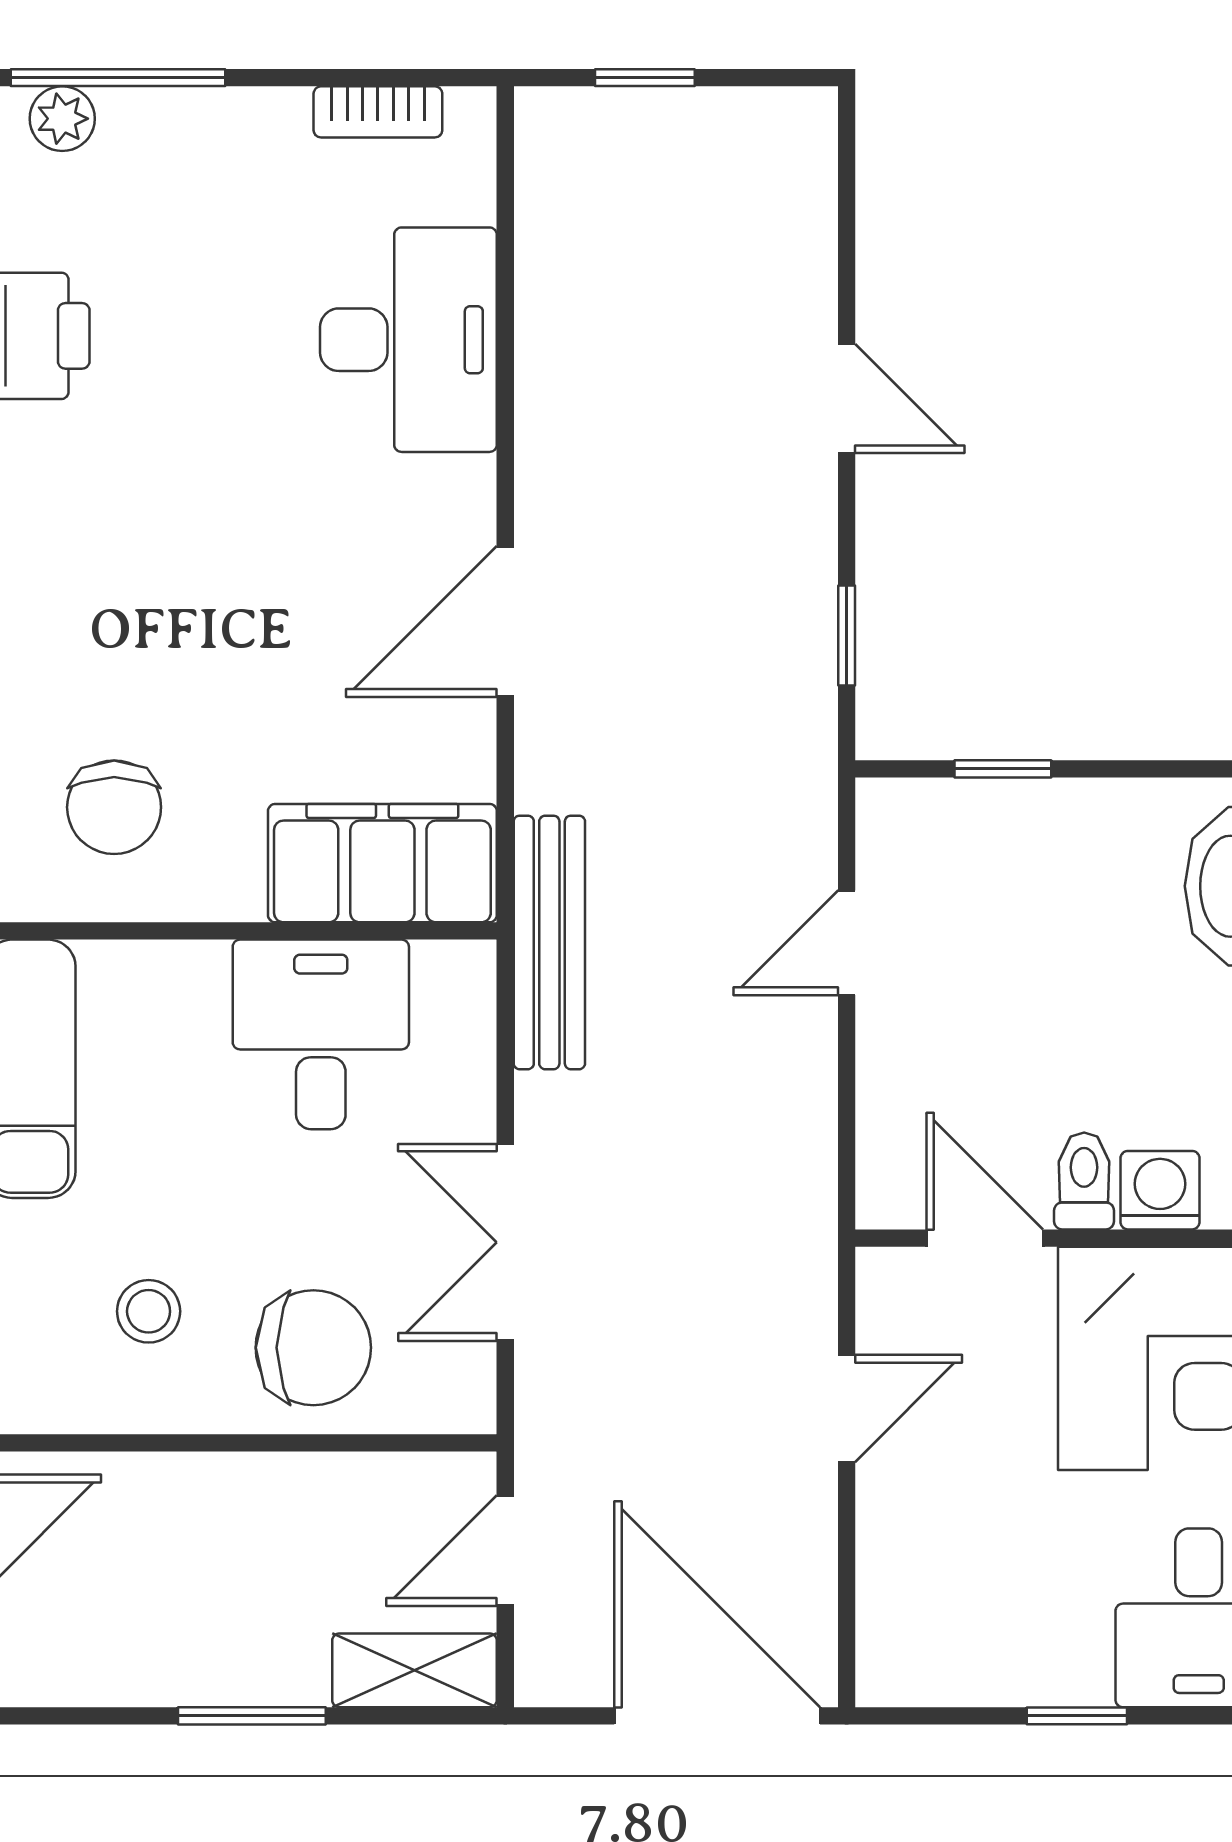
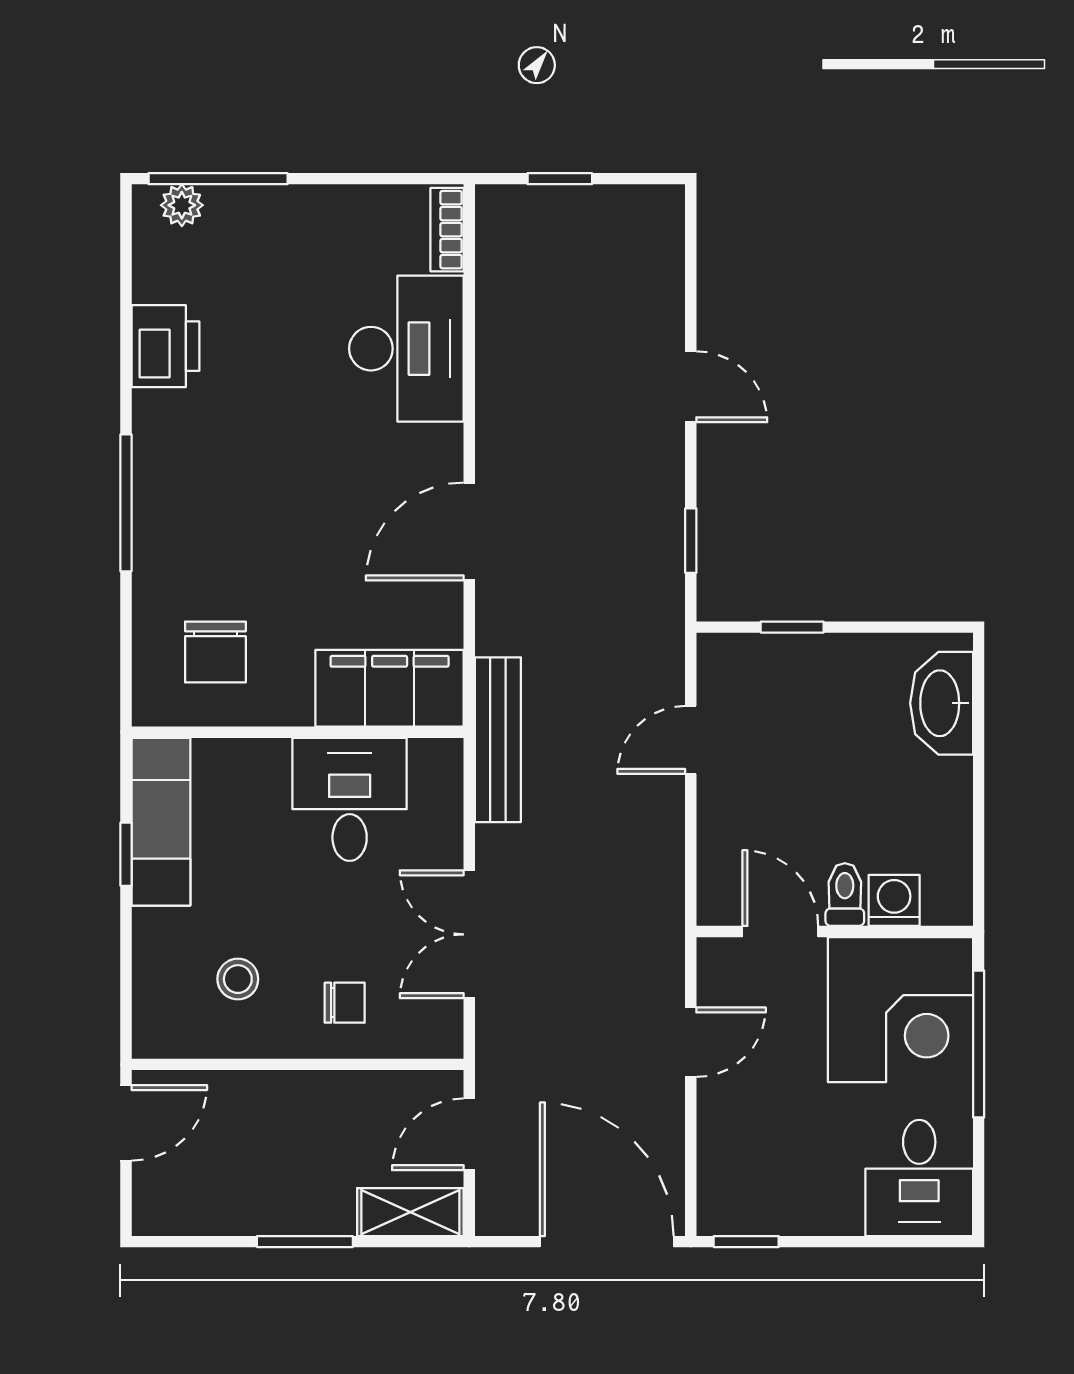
bookcase: (378, 112) -> (447, 230), moved, turned 90
chair: (313, 1348) -> (345, 1003), width x0.54, depth x0.54
window: (1077, 1716) -> (746, 1242), moved

